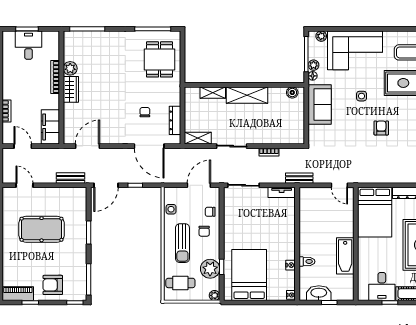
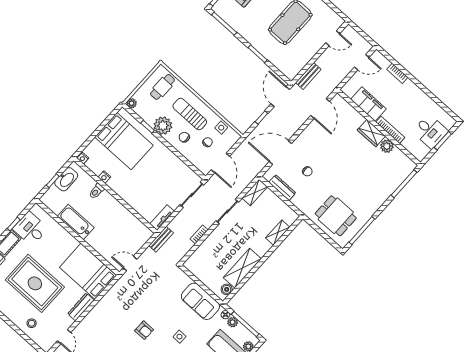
shelving: (247, 95) -> (242, 268), moved
filing cabinet: (50, 127) -> (368, 104), moved
chair: (210, 212) -> (208, 142), moved
plant: (210, 269) -> (163, 126), moved

